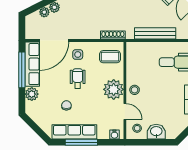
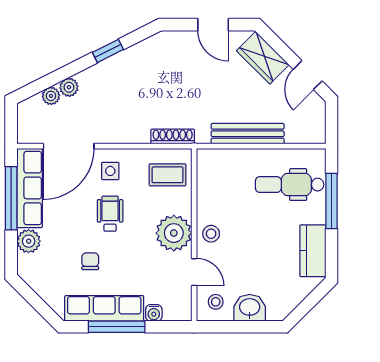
water cooler: (114, 134) -> (154, 313), moved

